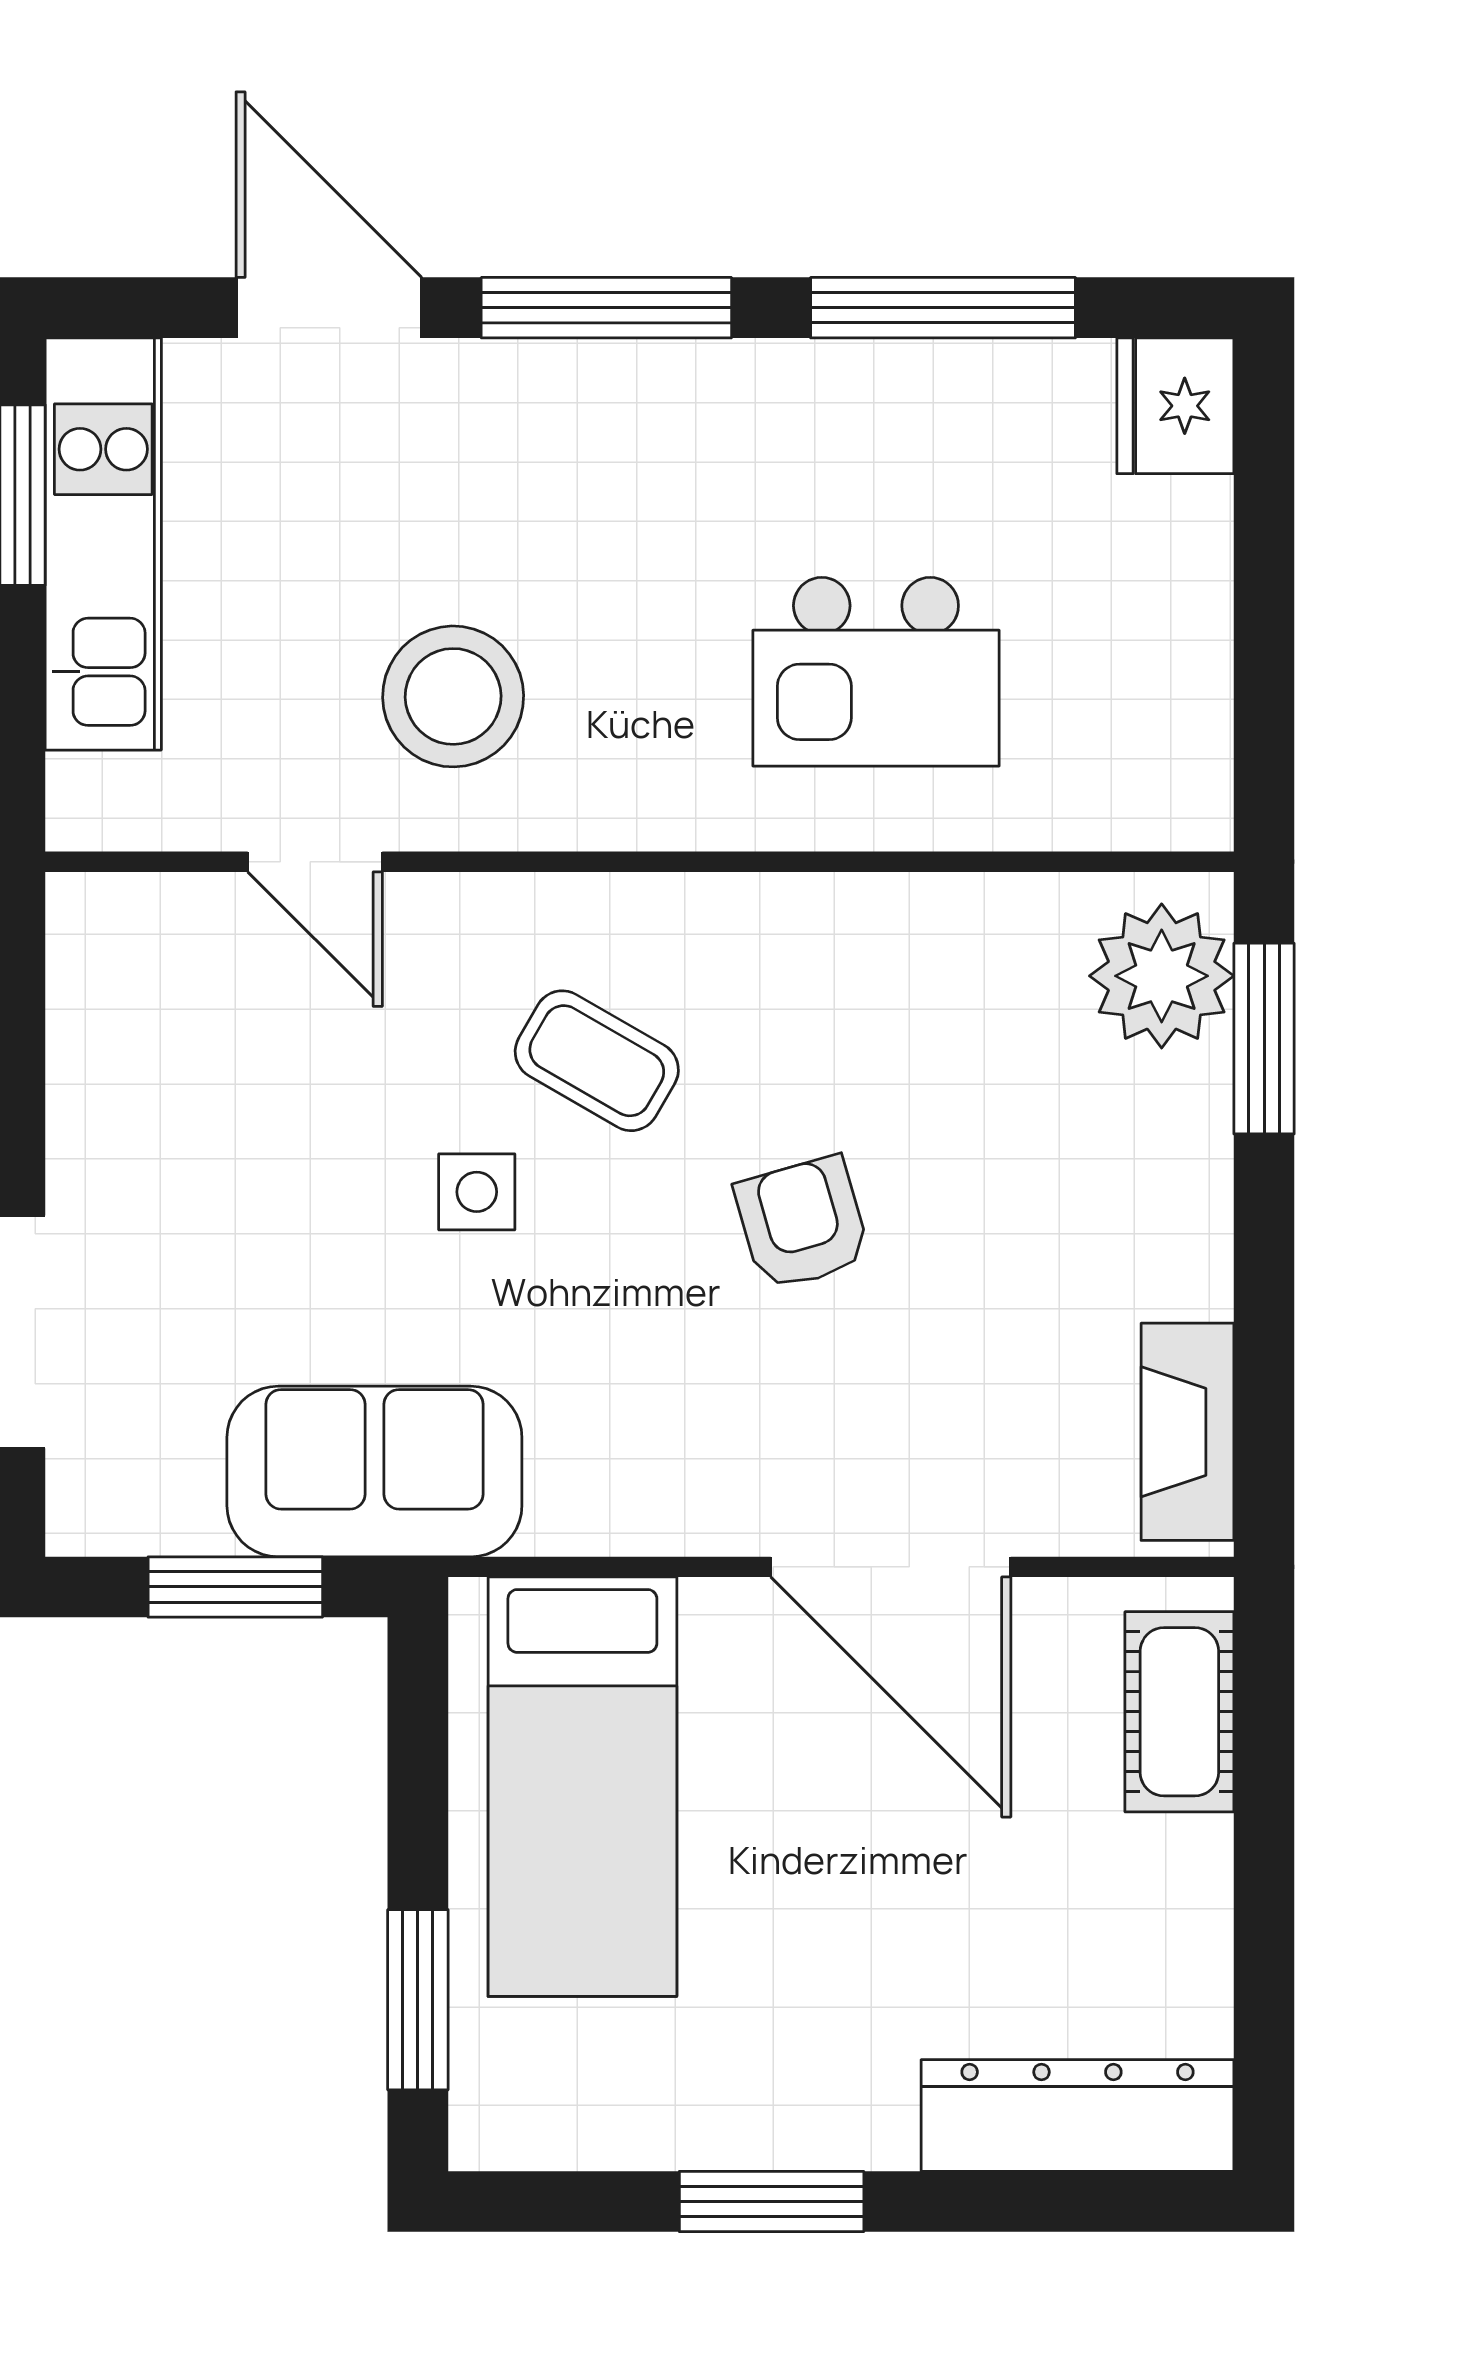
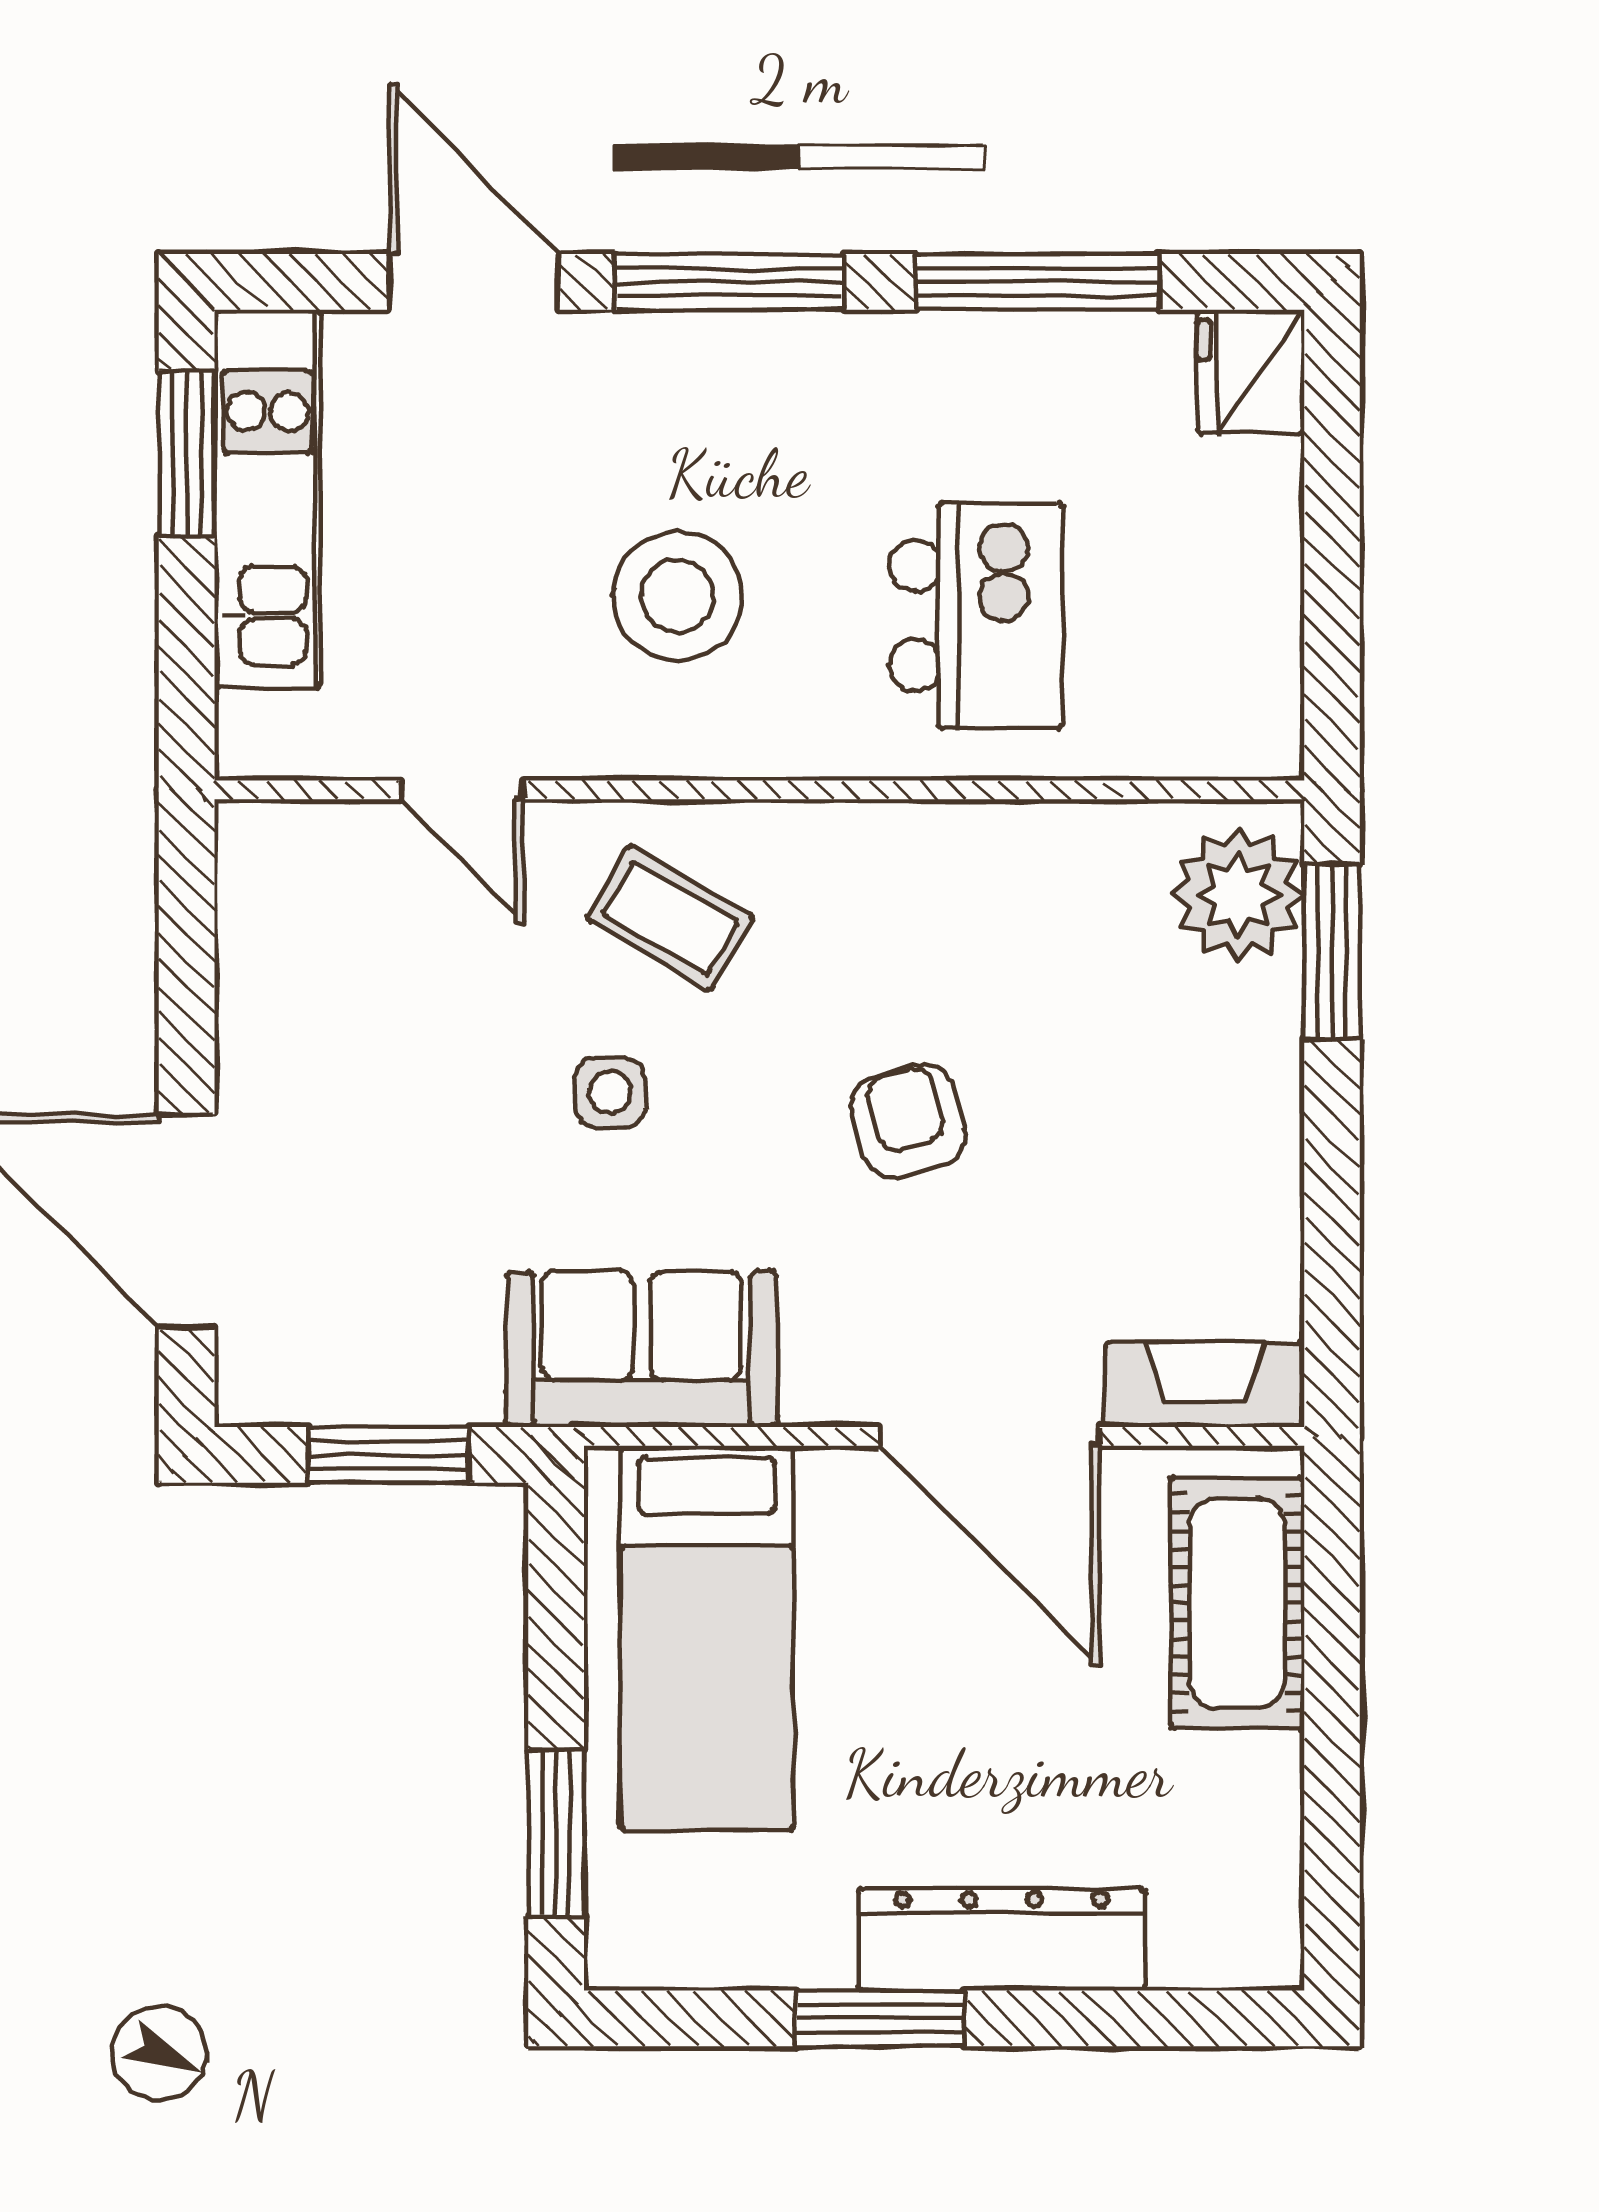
kitchen island: (876, 672) -> (976, 616), turned -90
stool: (453, 696) -> (678, 596), moved
coffee table: (597, 1061) -> (670, 918), moved
fireplace: (1187, 1432) -> (1205, 1385), moved, turned 90
sofa: (374, 1471) -> (642, 1349), moved
cot: (1179, 1712) -> (1237, 1603), width x1.37, depth x1.34
dresser: (1077, 2115) -> (1001, 1939), moved

